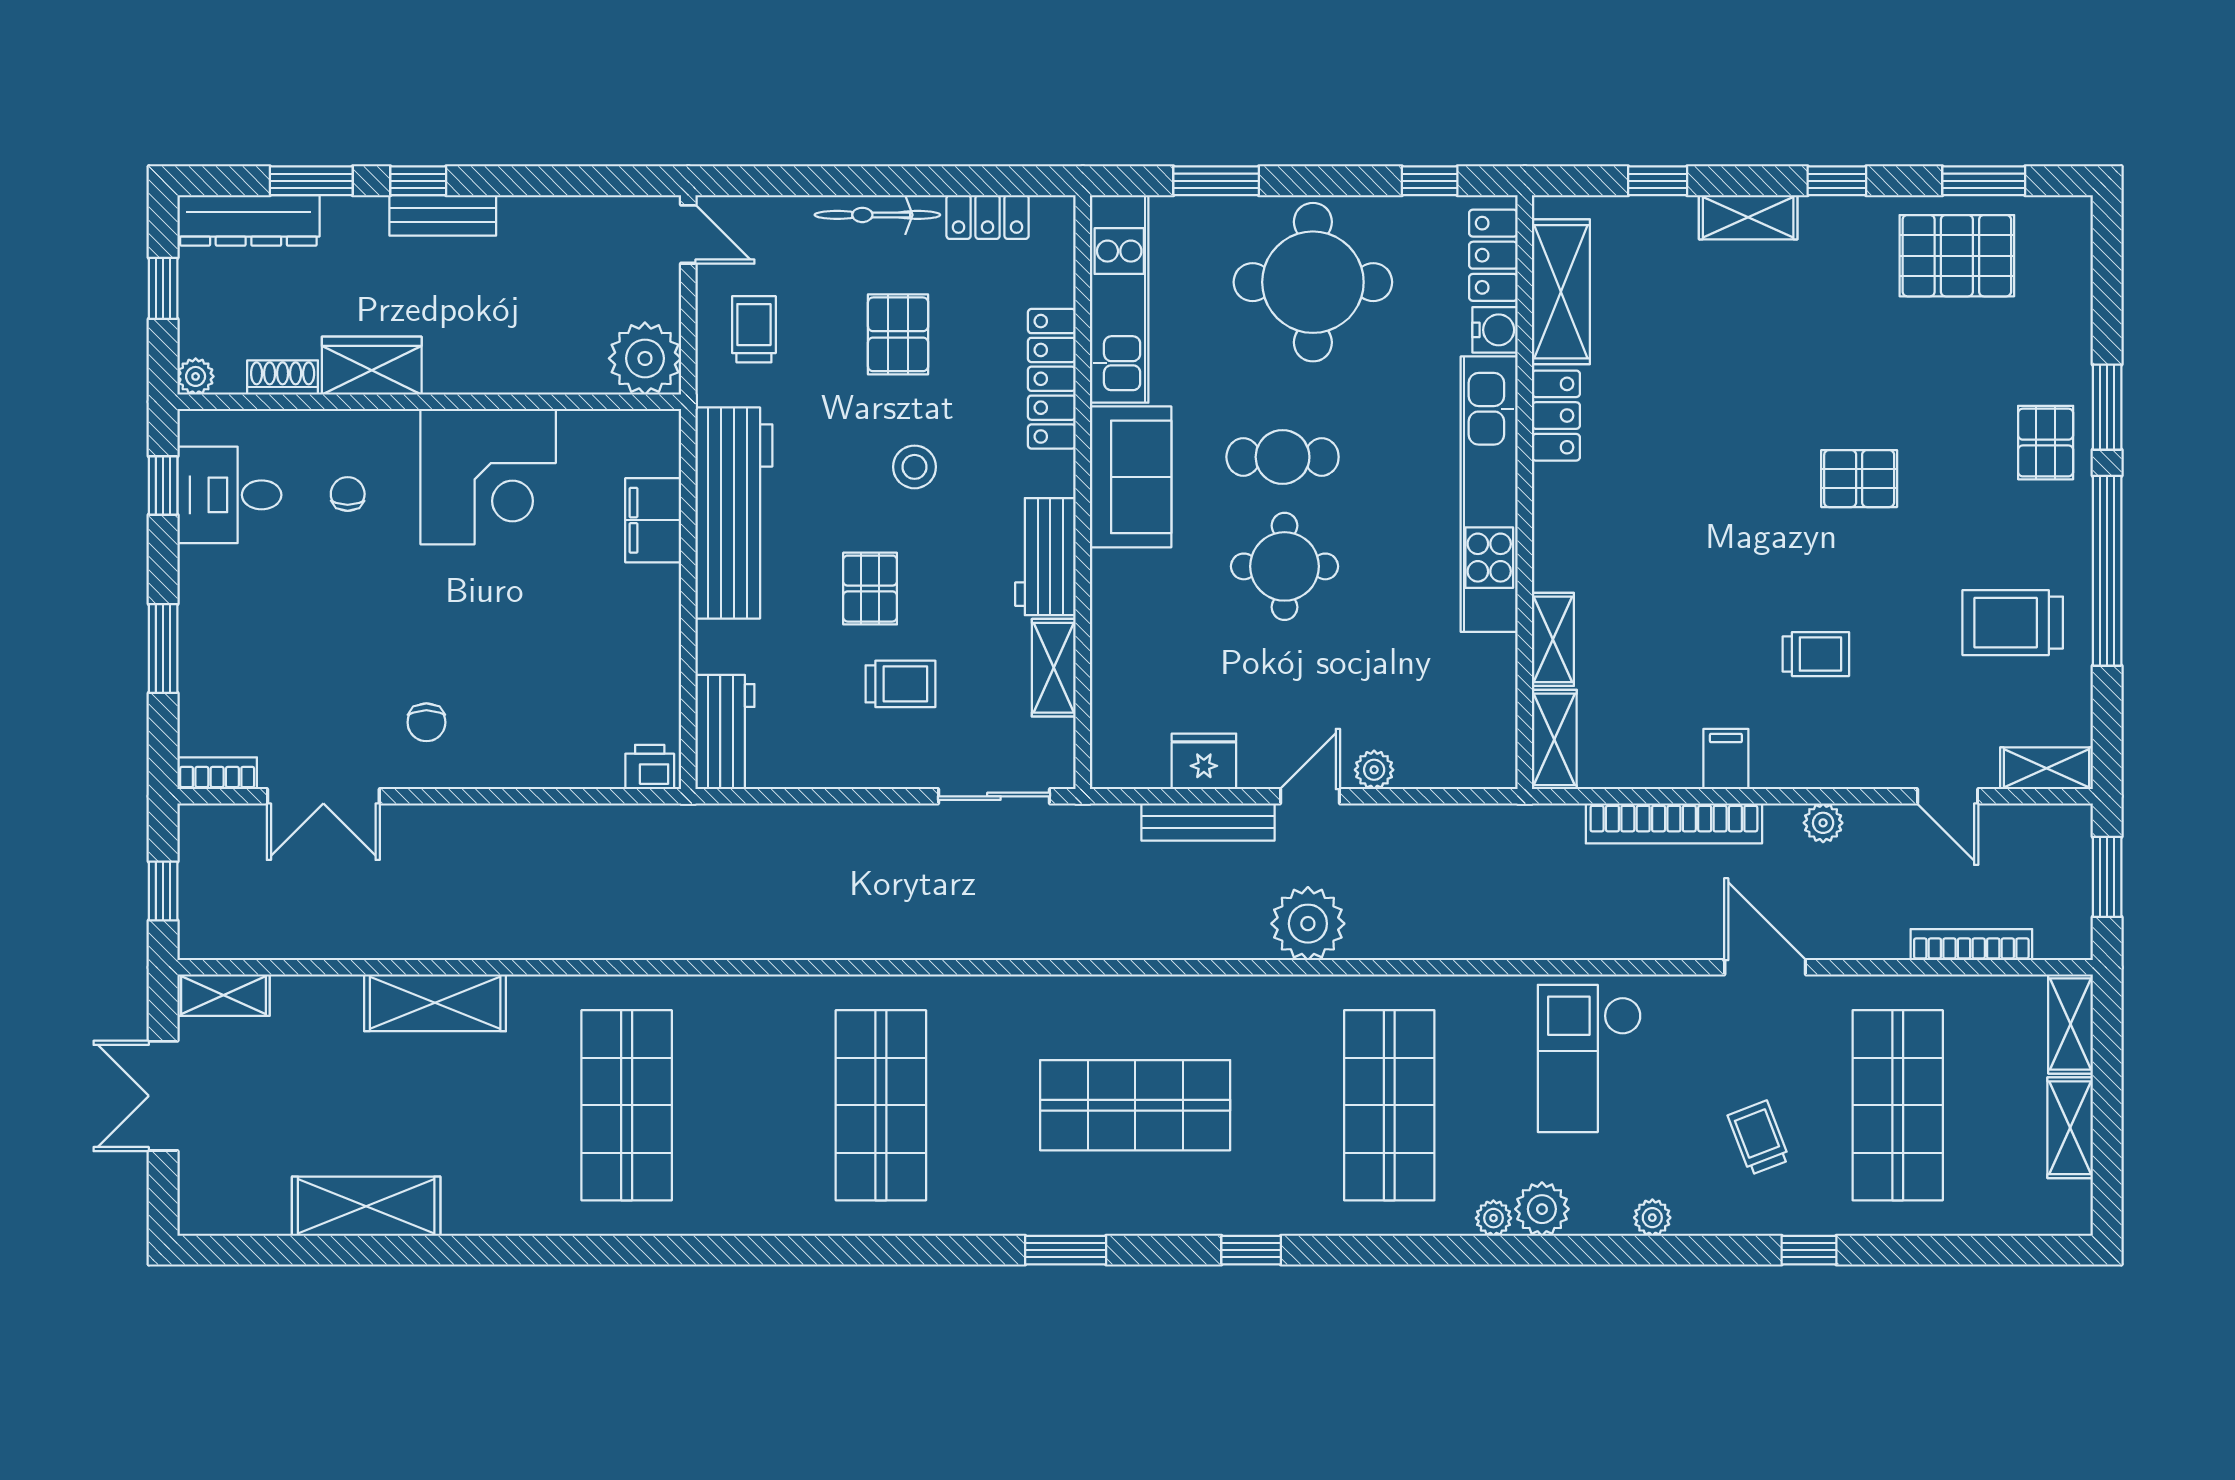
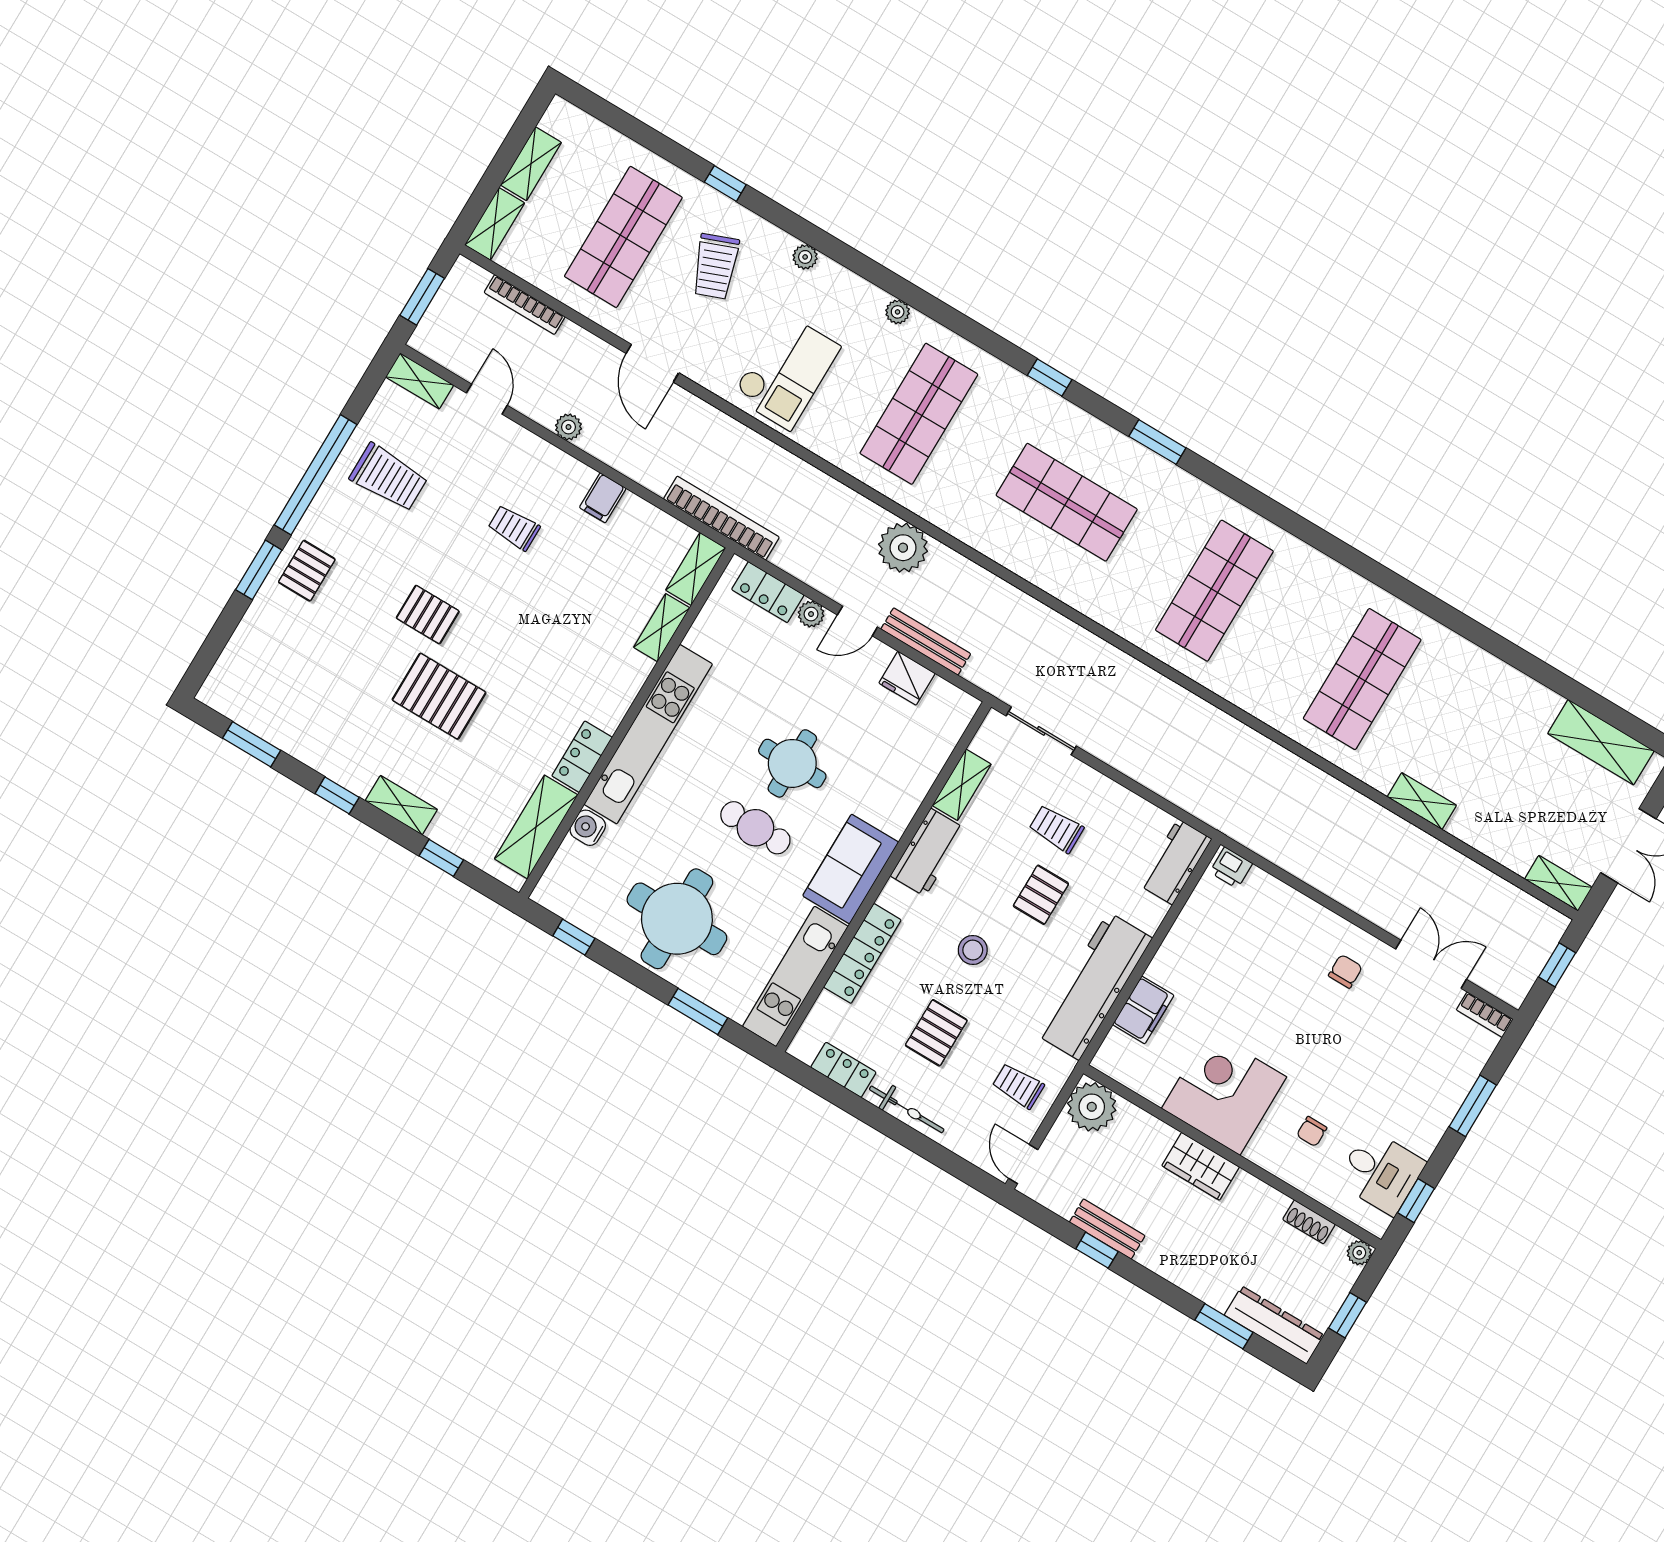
window: (418, 181) -> (1097, 1250), moved
bench: (443, 215) -> (1107, 1229), moved
locker: (1493, 255) -> (768, 592), moved, turned 90
pallet: (1957, 256) -> (439, 696), moved
trolley: (754, 329) -> (1018, 1086), turned 90
wardrobe: (372, 366) -> (1201, 1166), moved
bookcase: (1674, 823) -> (721, 518), moved
shelving: (435, 1003) -> (1422, 801), width x0.67, depth x0.75
trolley: (1759, 1138) -> (715, 266), width x1.36, depth x1.39
shelving: (366, 1206) -> (1601, 742), moved
plant: (1542, 1209) -> (866, 300), removed

